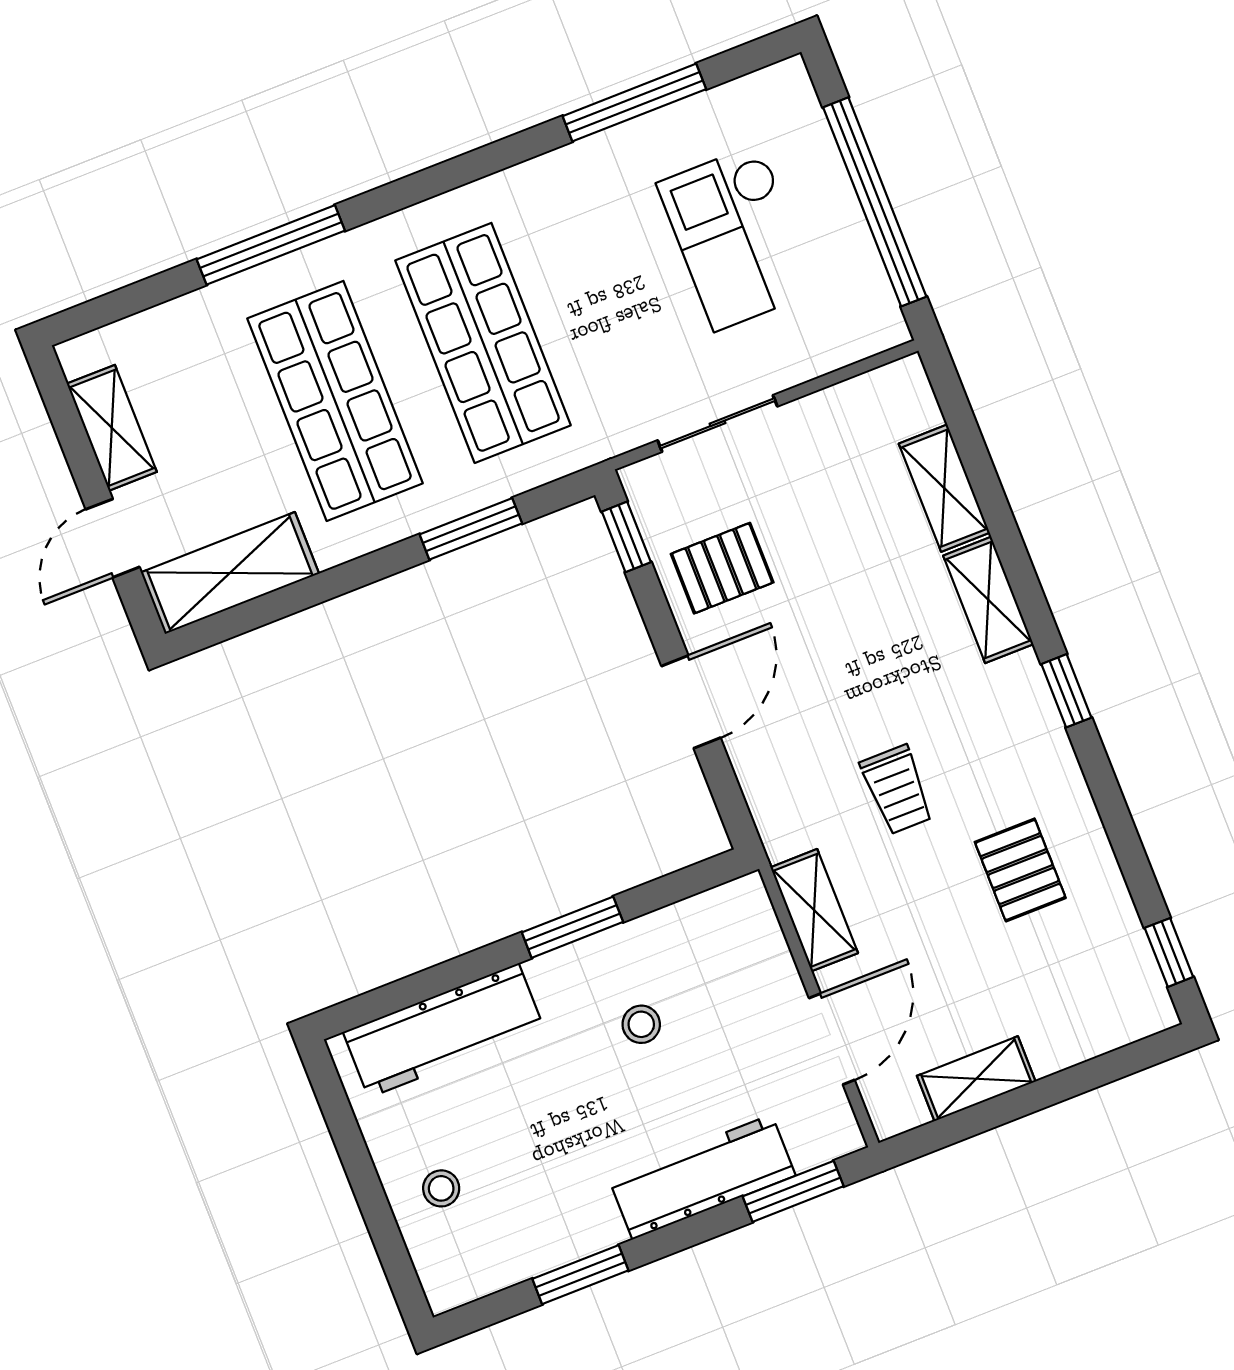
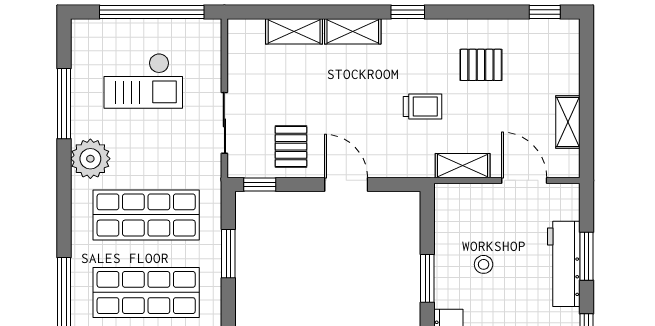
plant: (549, 194) -> (90, 159), added
window: (793, 1191) -> (586, 256), moved

